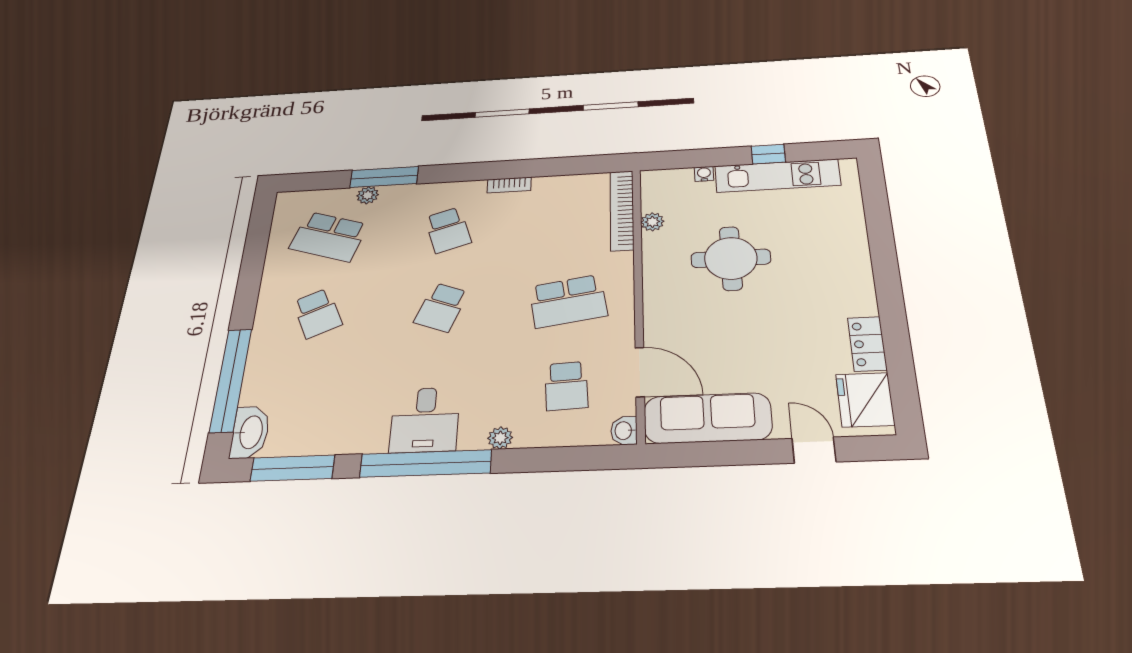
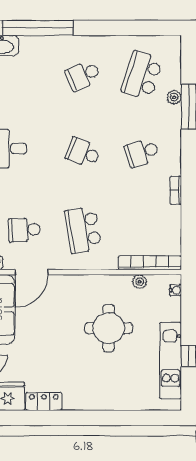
water cooler: (704, 174) -> (176, 290), moved

